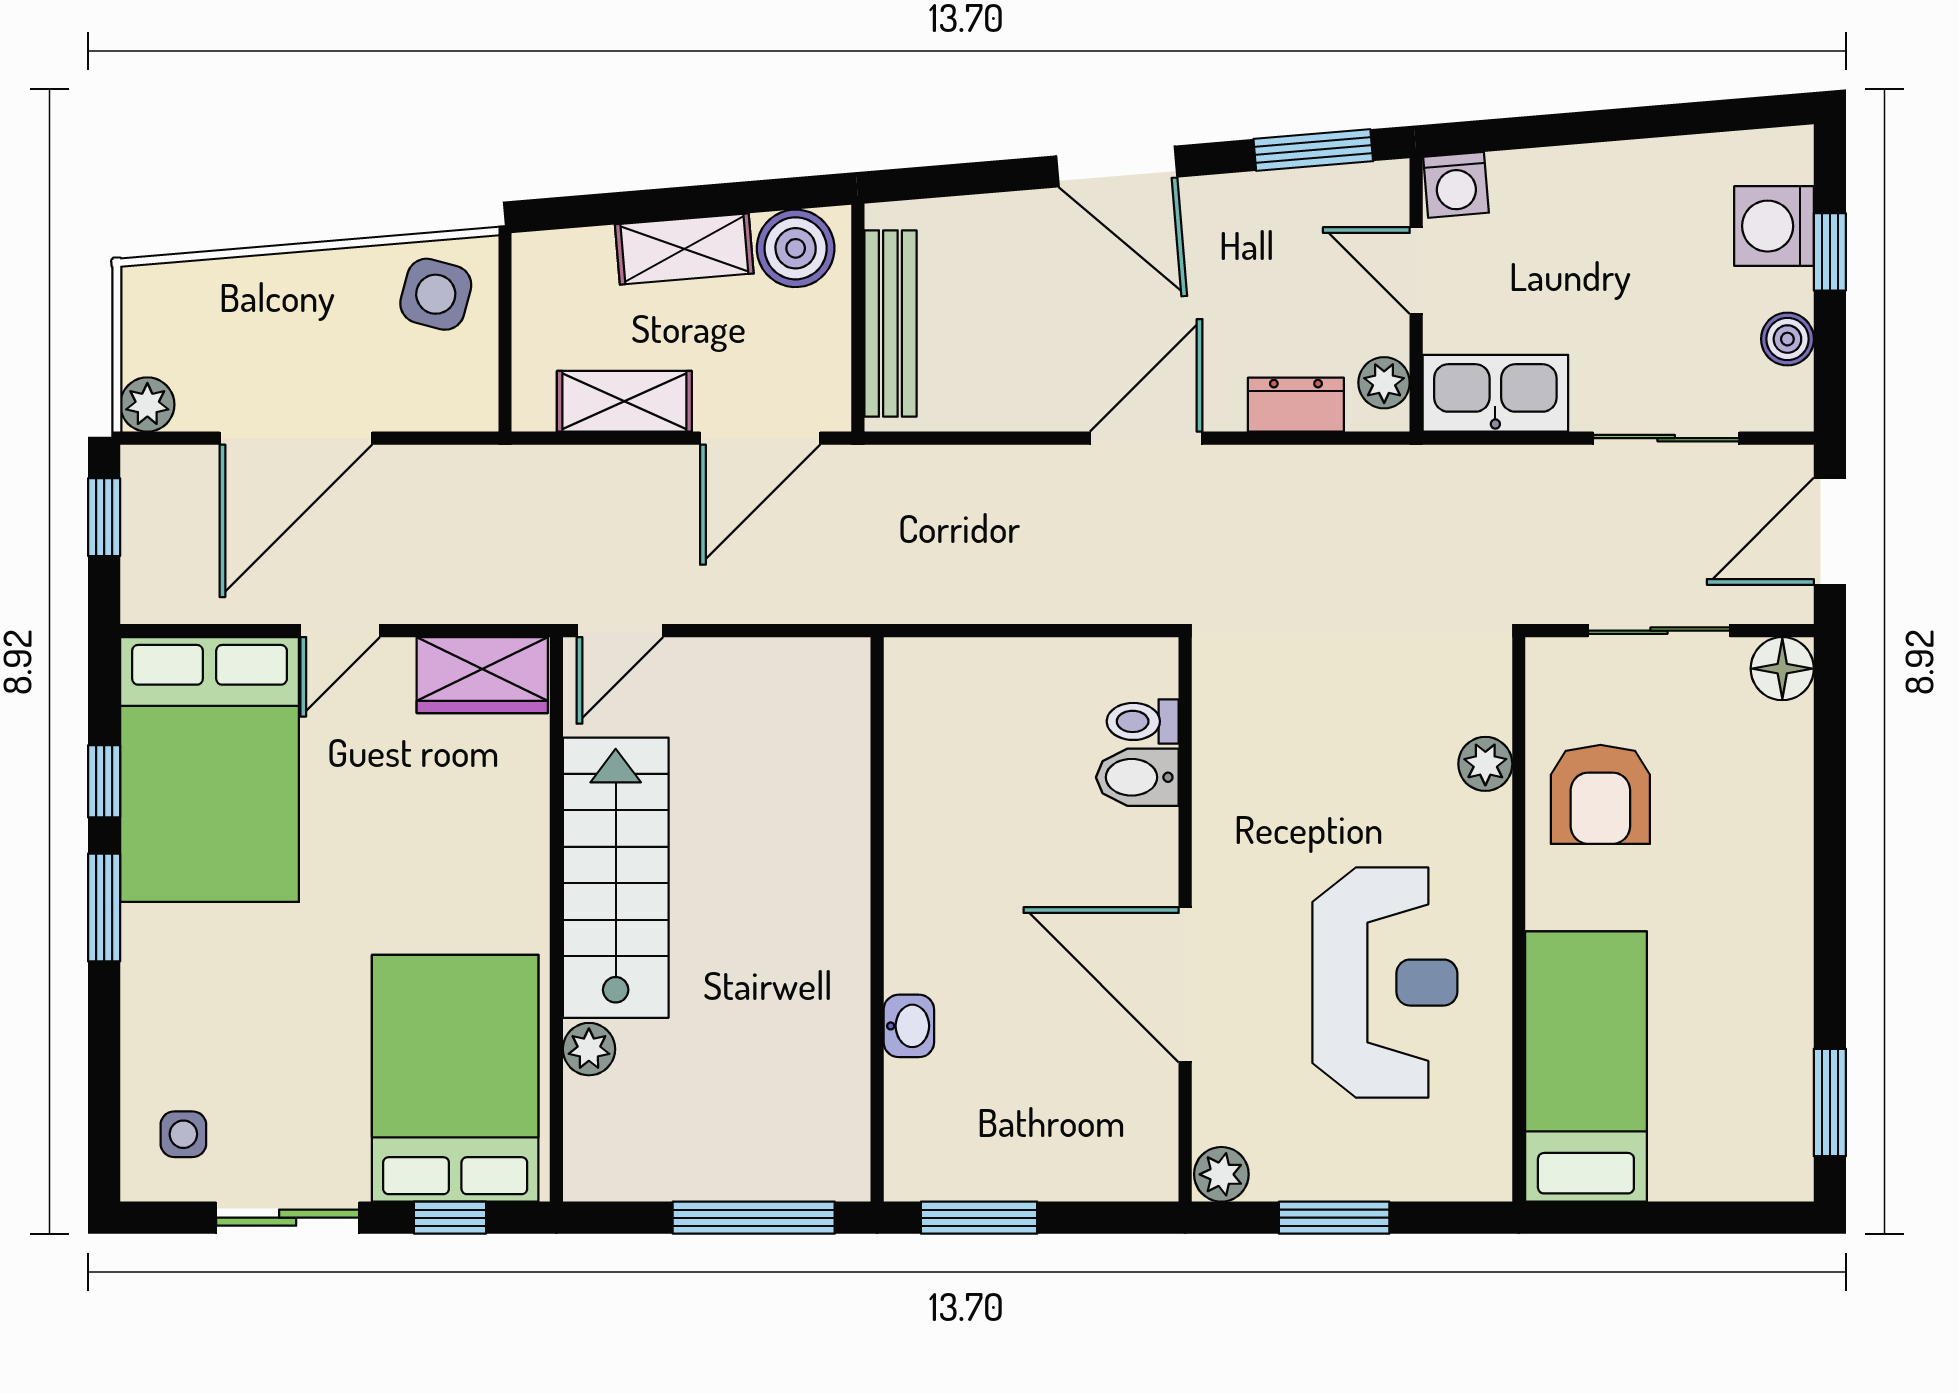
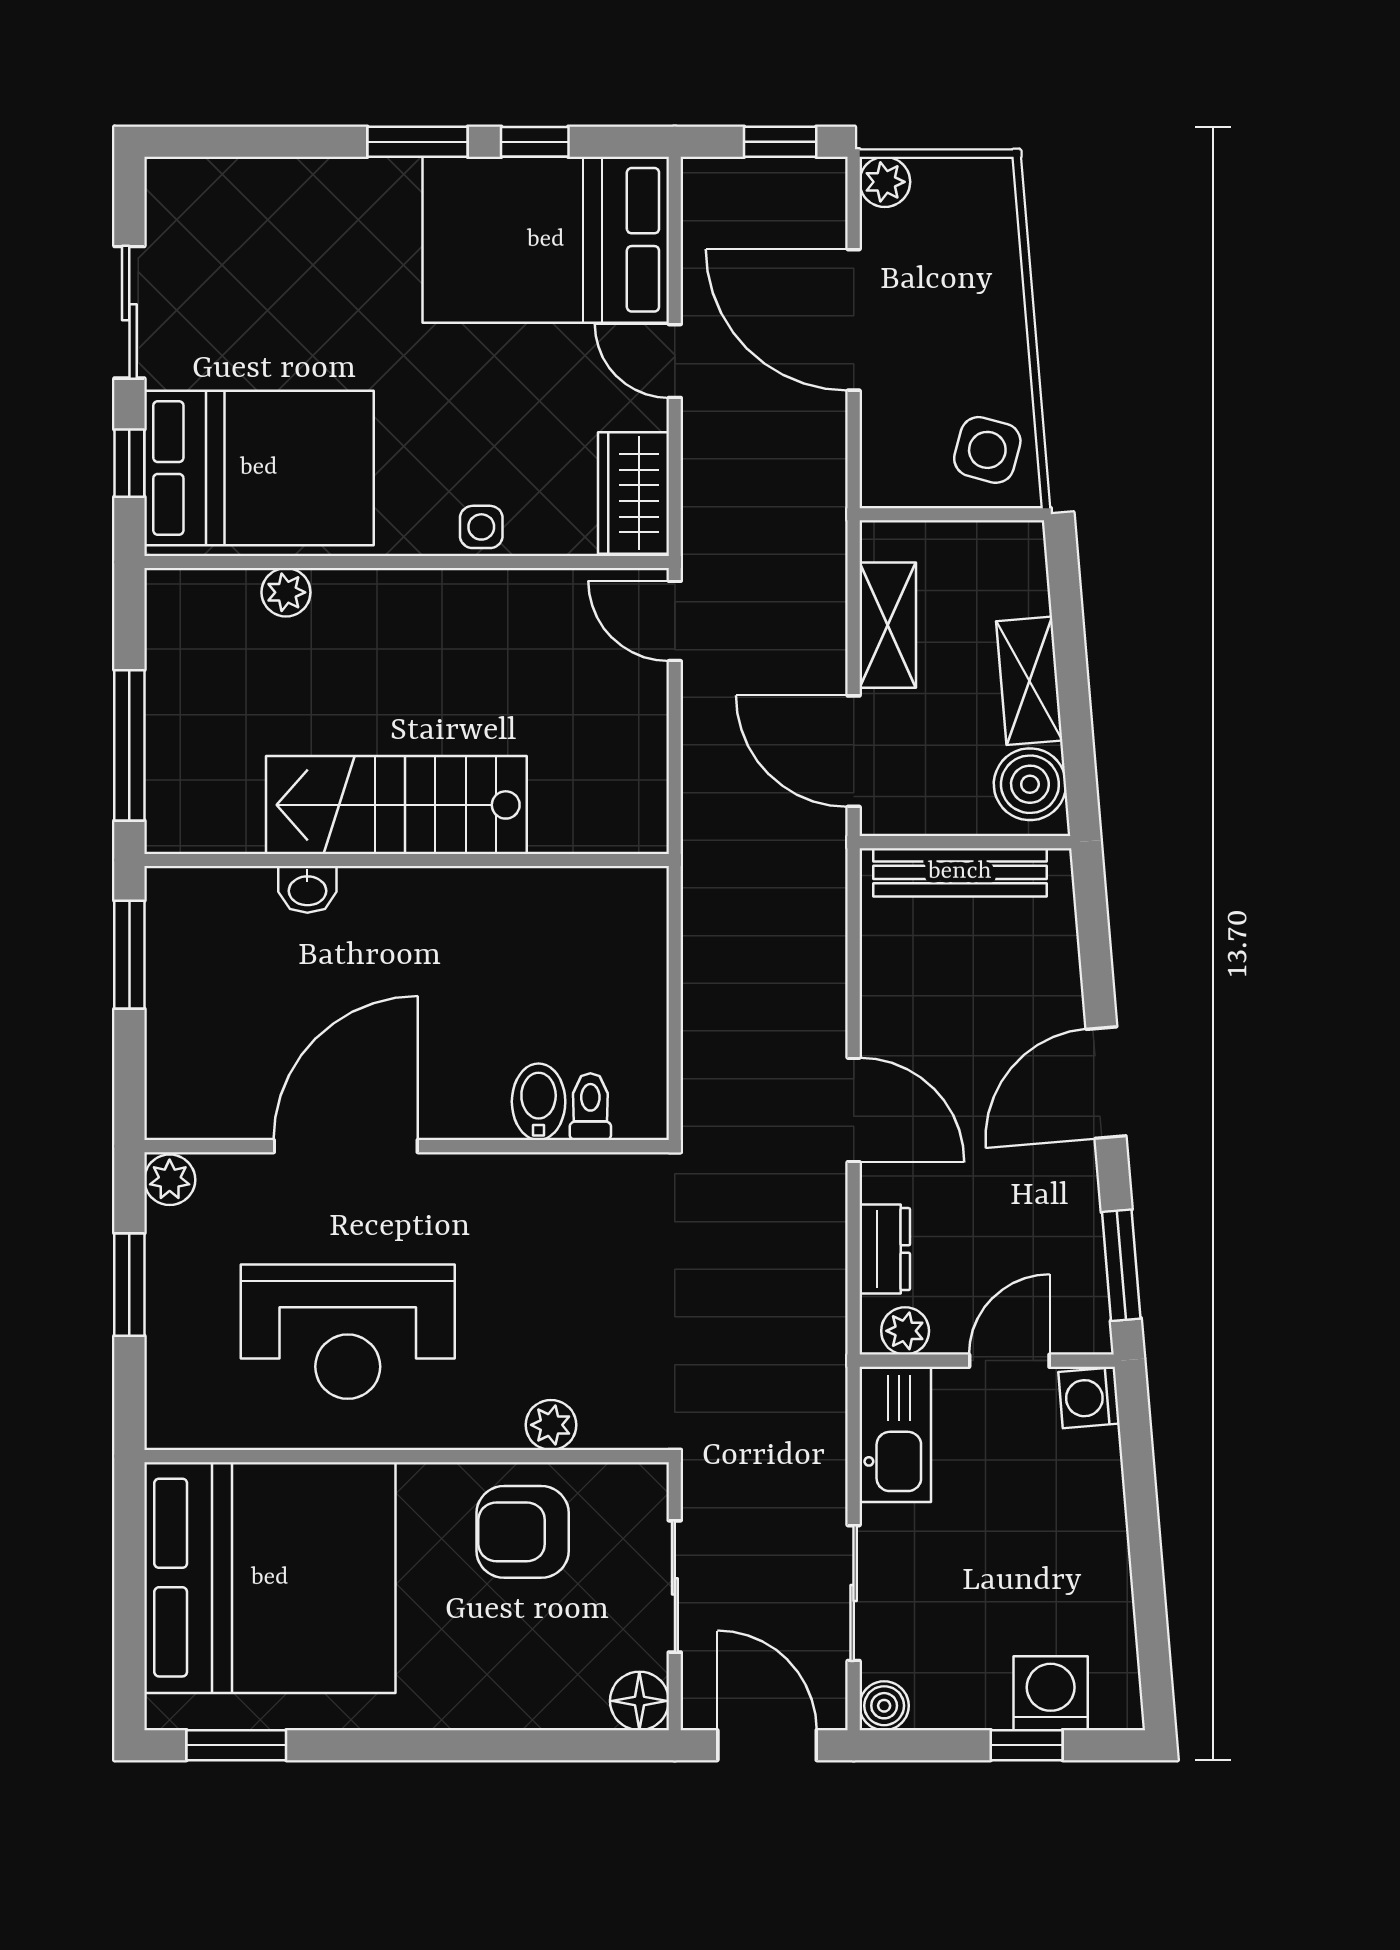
boiler: (1787, 339) -> (884, 1706), moved
stairs: (616, 878) -> (396, 805), moved, turned 180
bed: (1586, 1066) -> (270, 1578), width x2.04
side table: (183, 1134) -> (481, 527), moved

